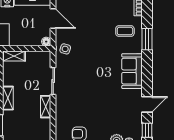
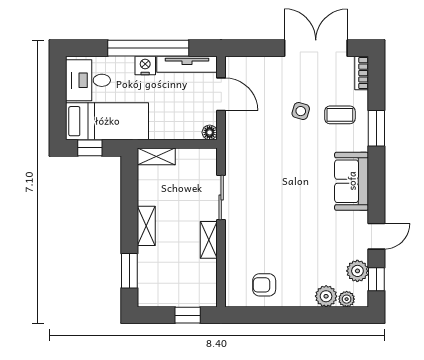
side table: (65, 49) -> (301, 111), moved
plant: (136, 125) -> (357, 271), added

